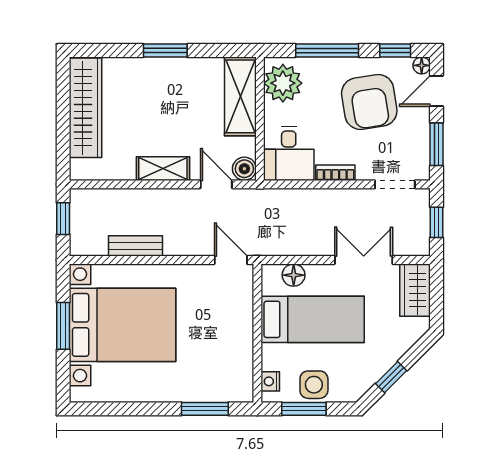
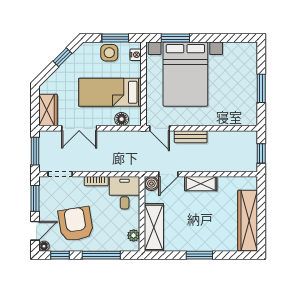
plant: (283, 83) -> (134, 235), width x0.53, depth x0.53
door: (216, 184) -> (168, 174), hinge flipped
window: (437, 222) -> (35, 151), width x1.50
bench: (136, 246) -> (191, 137), moved
bed with nightstands: (123, 325) -> (185, 74), moved, turned -90

